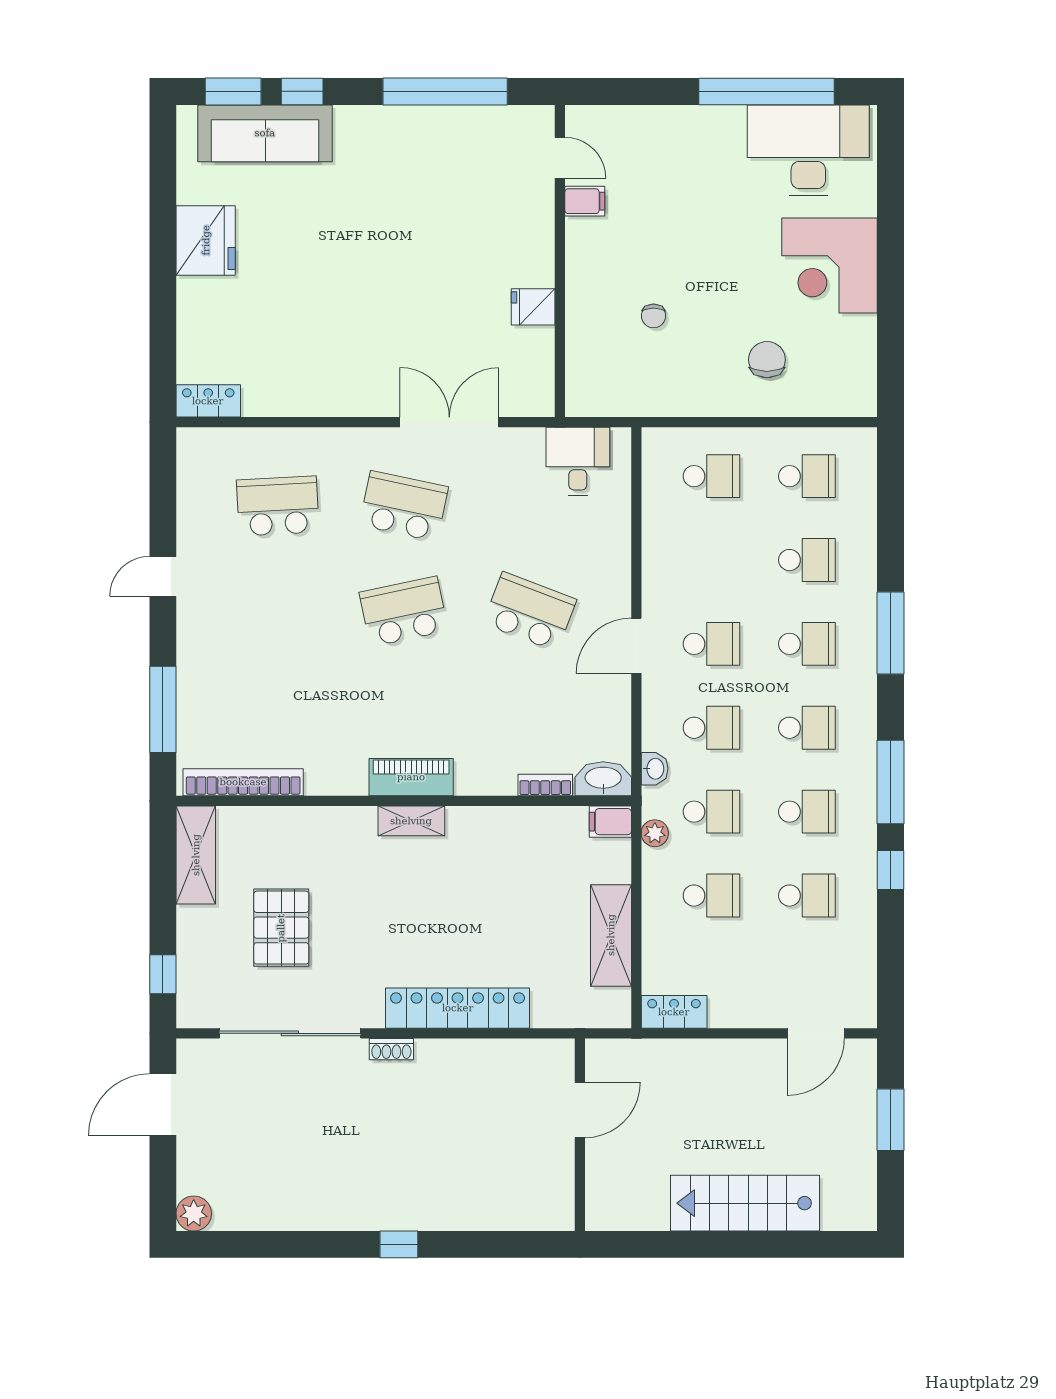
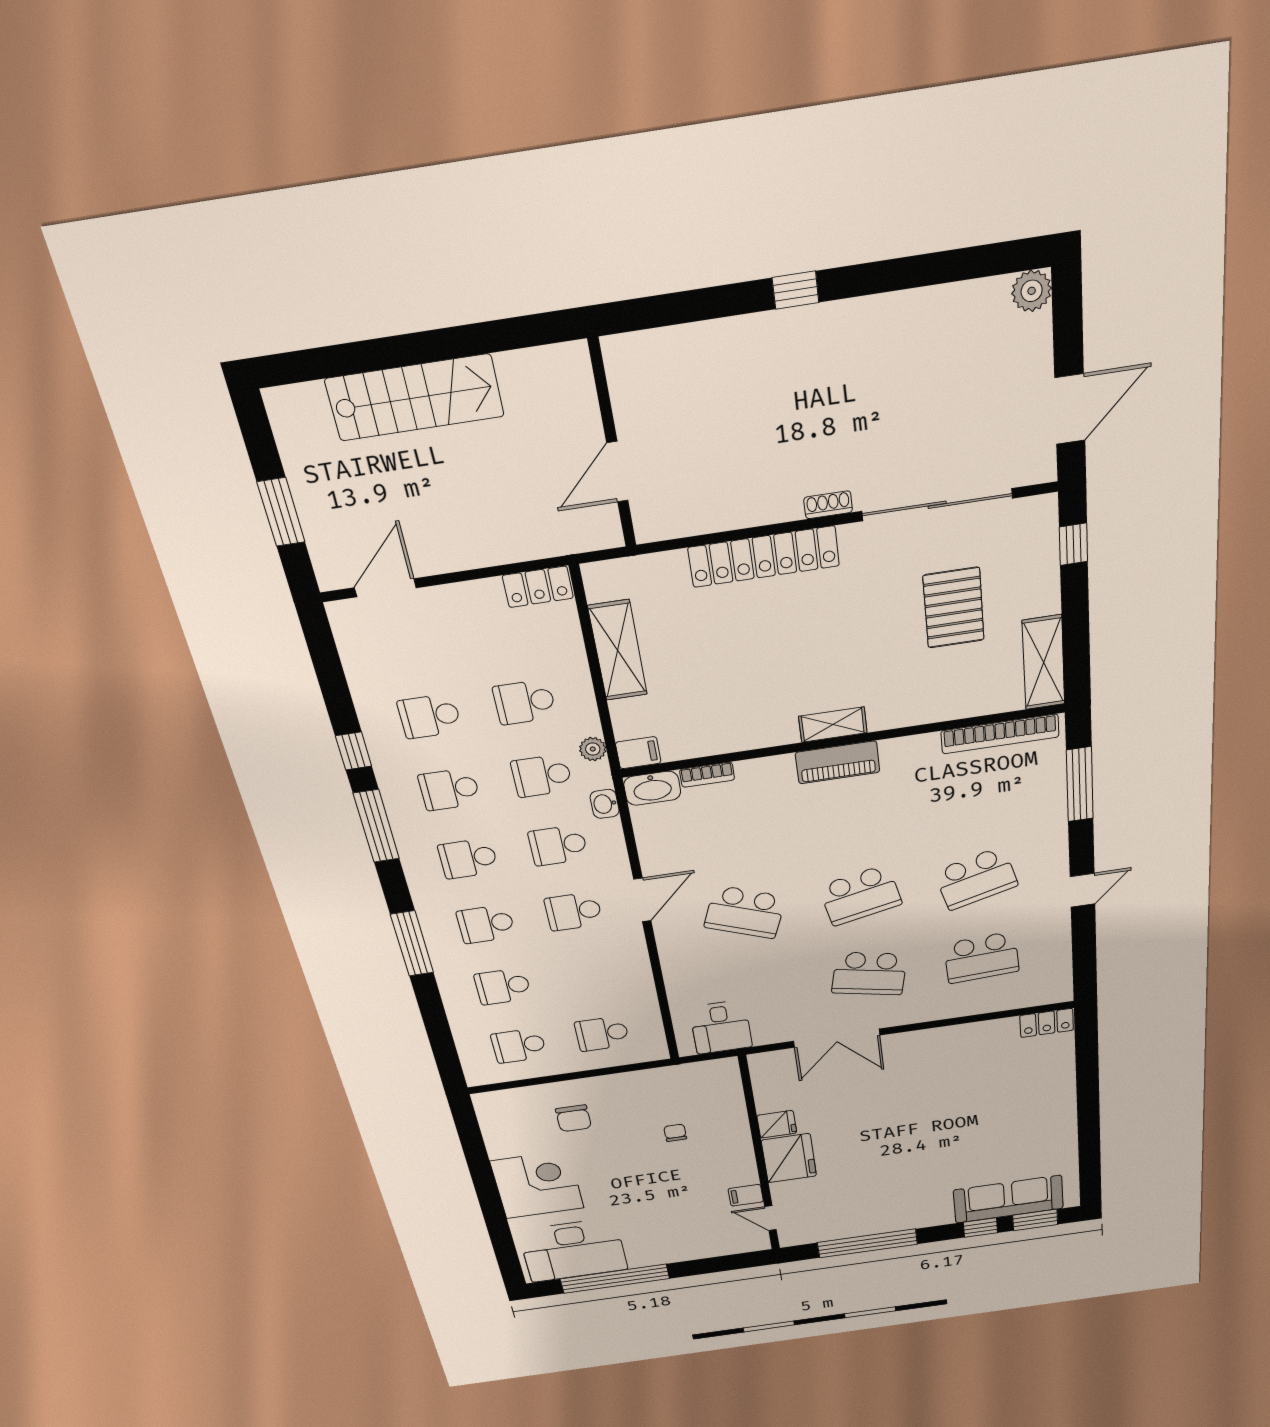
fridge: (206, 240) -> (789, 1158), moved, turned 180
school desk: (278, 611) -> (976, 879), added

